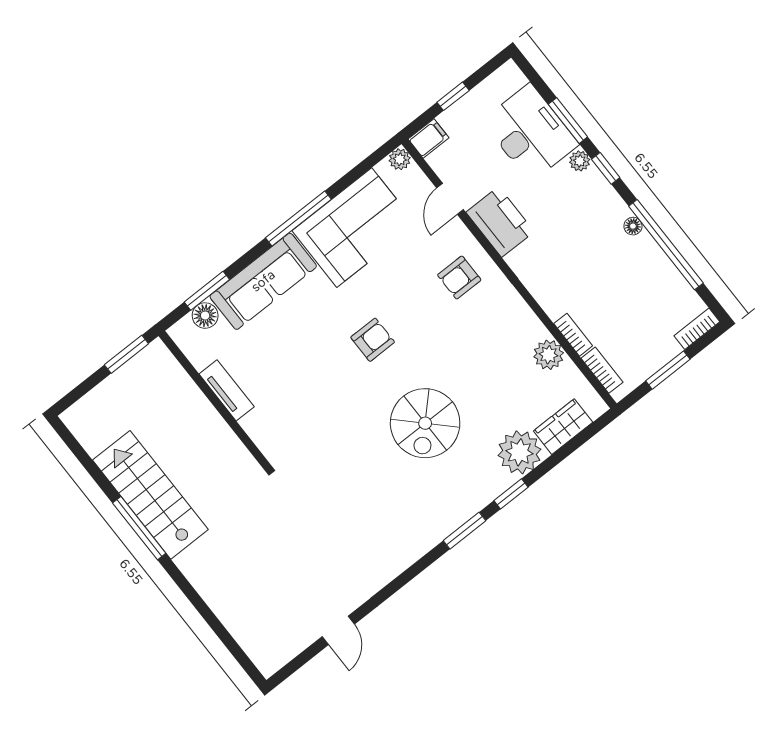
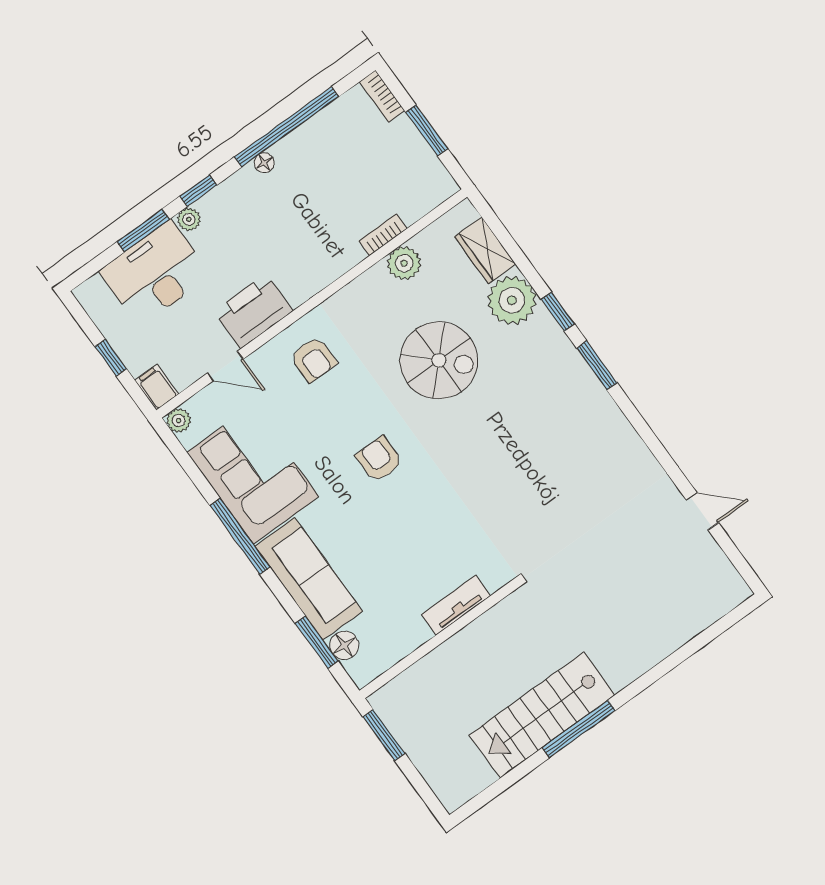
bookcase: (602, 370) -> (424, 204), removed
tv unit: (227, 390) -> (456, 605), moved
spiral stairs: (425, 423) -> (439, 360), moved

